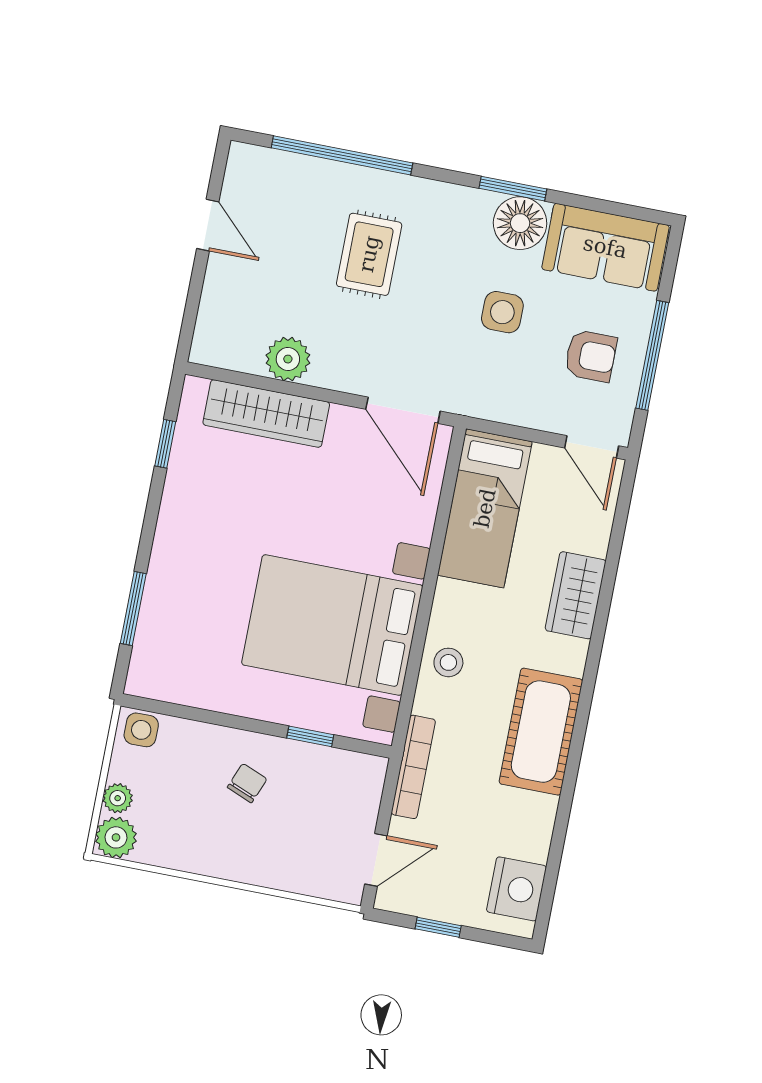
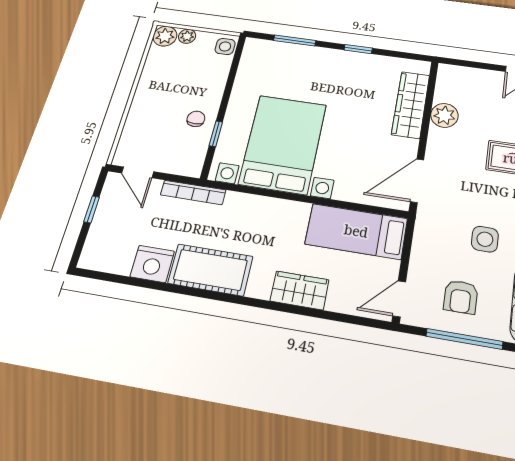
window: (165, 444) -> (358, 49), moved
stool: (448, 662) -> (258, 212), removed
chair: (247, 783) -> (196, 119), moved, turned -112
nightstand: (517, 889) -> (152, 264), moved

